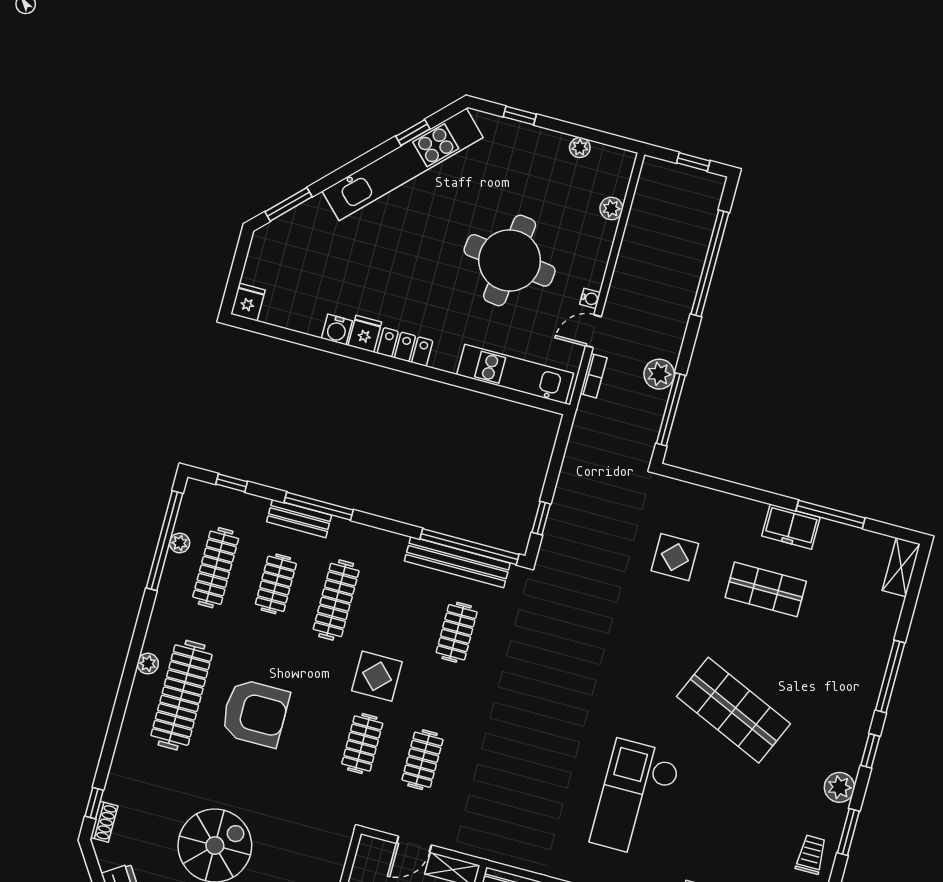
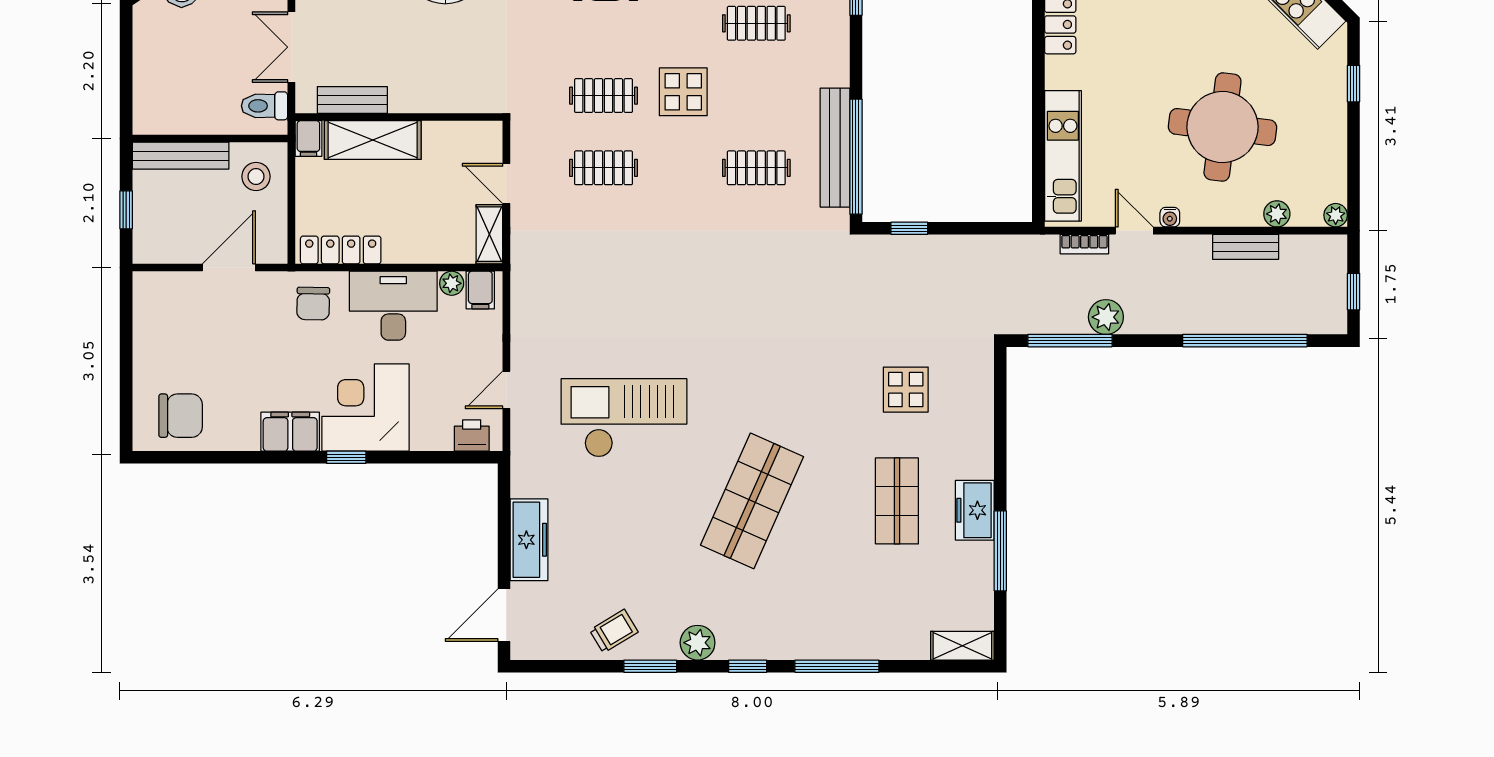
plant: (580, 148) -> (1336, 215), moved
bench: (632, 242) -> (1246, 247), added
round table: (510, 260) -> (1222, 127), moved
clothes rail: (336, 600) -> (756, 23), width x0.73
trolley: (811, 855) -> (614, 631), turned -31

